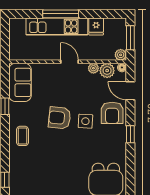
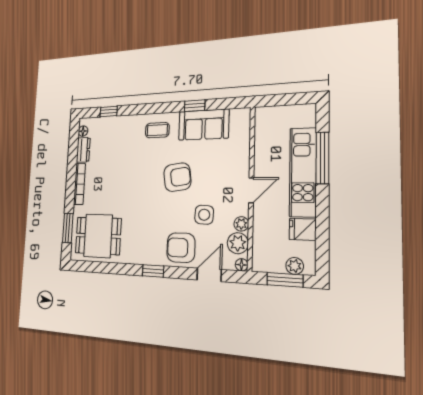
window: (61, 14) -> (322, 158), moved
plant: (121, 55) -> (295, 266), moved
sofa: (20, 82) -> (204, 125), moved
armchair: (60, 118) -> (177, 177), turned 76
side table: (85, 121) -> (204, 215), moved

